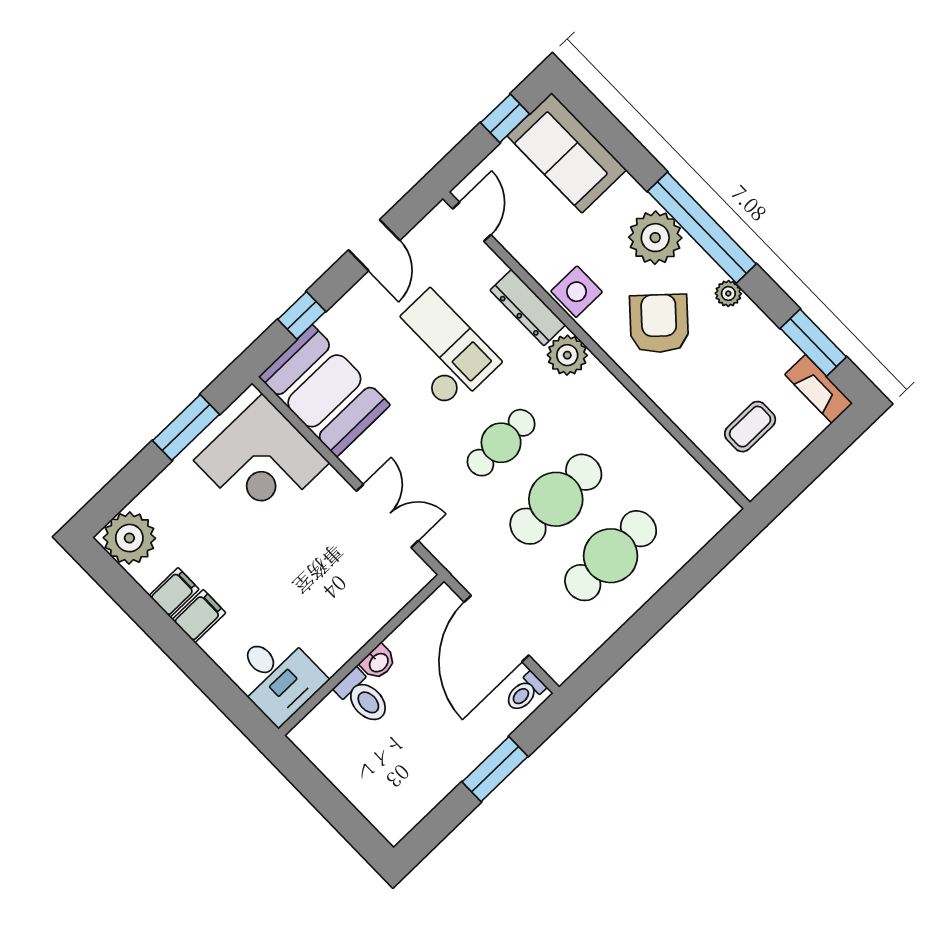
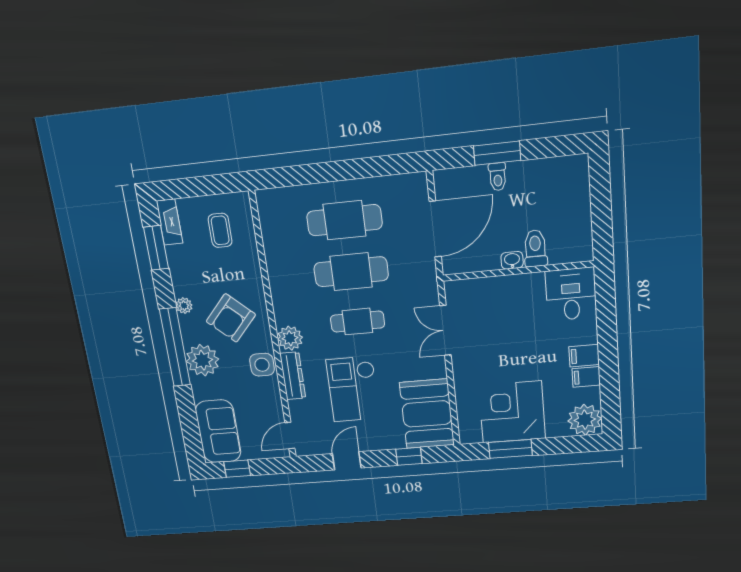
coffee table: (750, 427) -> (220, 230), turned 90
corner desk: (262, 462) -> (512, 412), moved, turned -90
toilet: (525, 692) -> (498, 177), moved, turned 90

